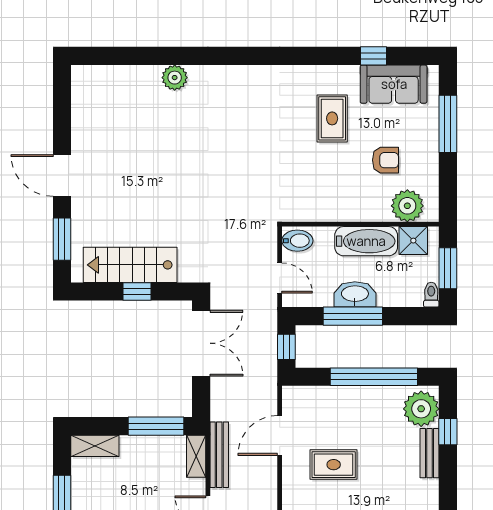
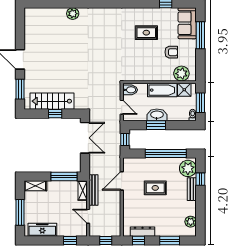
sofa: (394, 84) -> (187, 23), moved, turned 90
rug: (332, 118) -> (146, 33), turned 90
window: (353, 316) -> (156, 125), width x0.69
rug: (334, 465) -> (155, 188), moved

